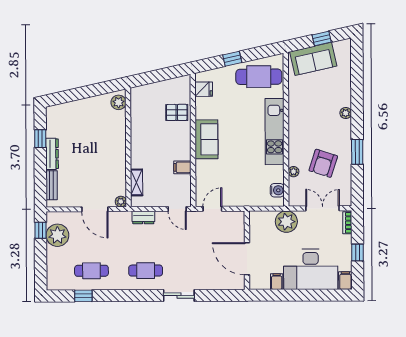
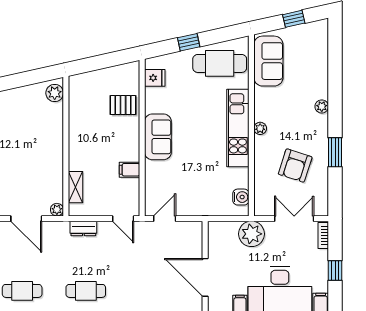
sofa: (313, 59) -> (268, 61), moved, turned -77
plant: (294, 172) -> (260, 128), moved

